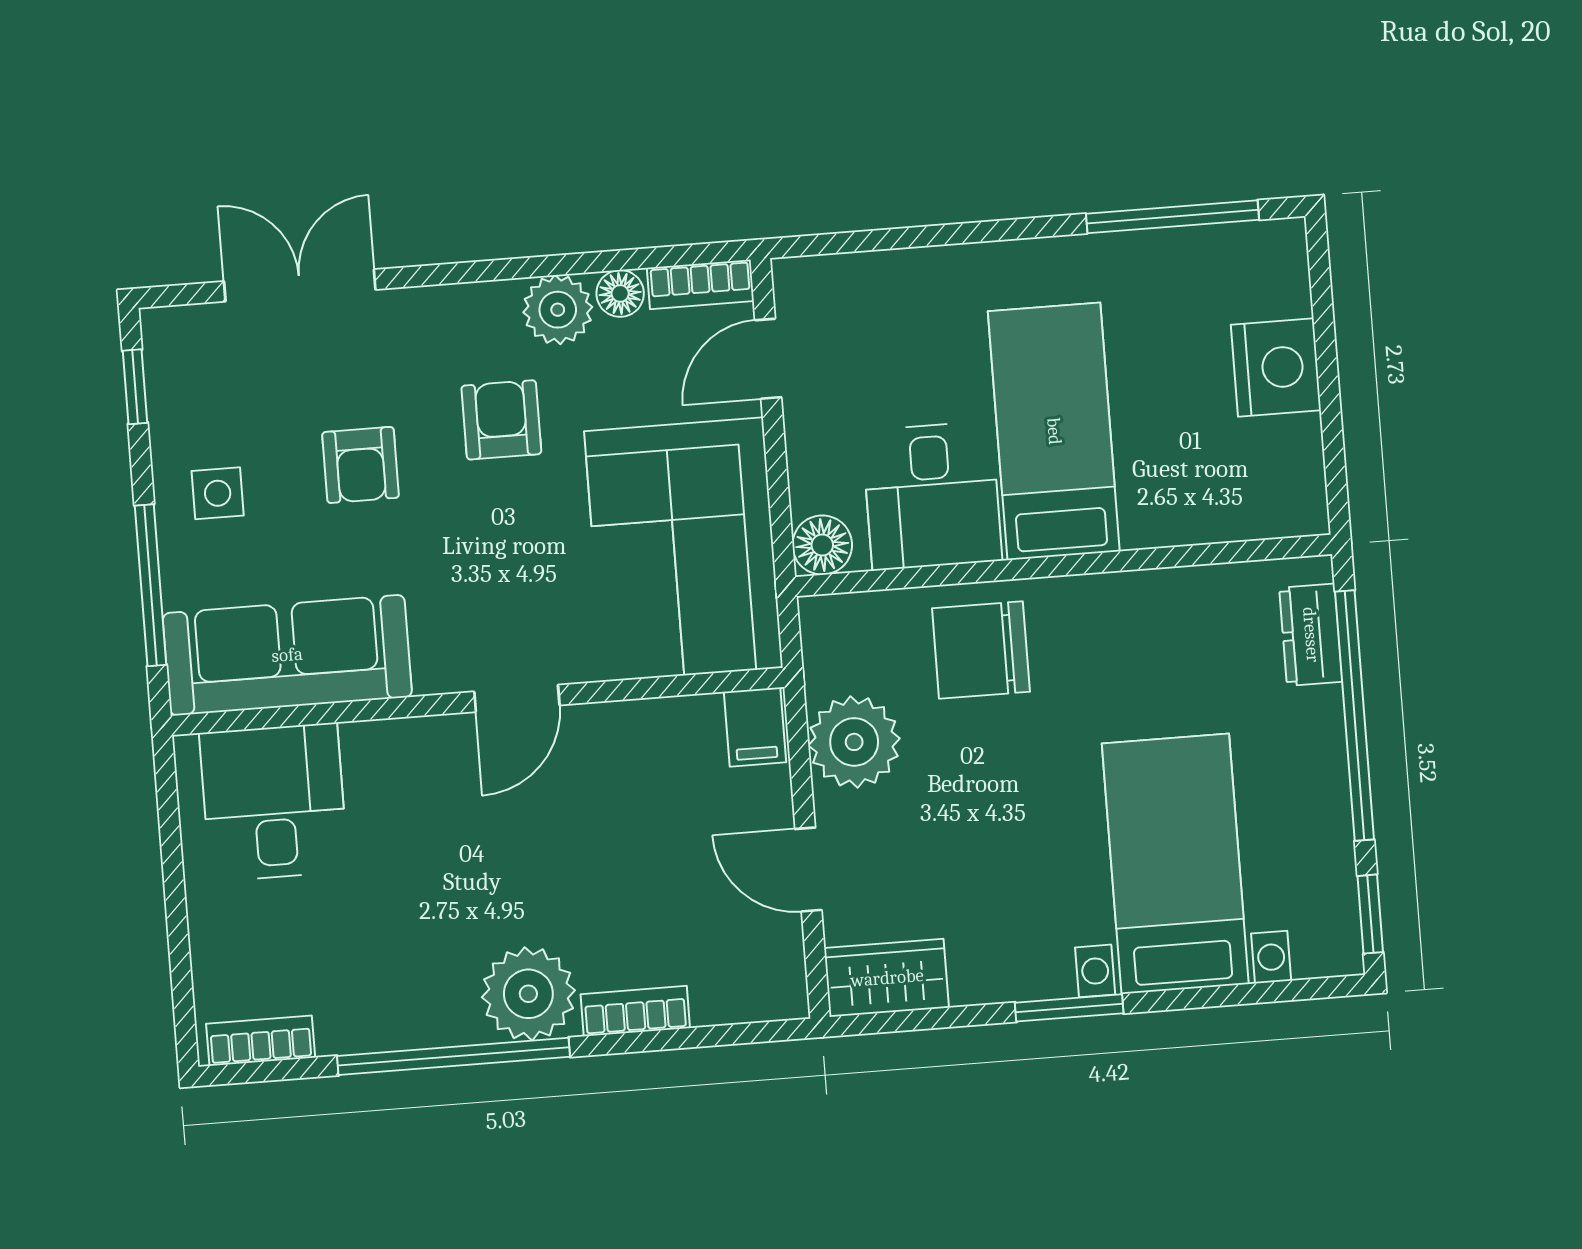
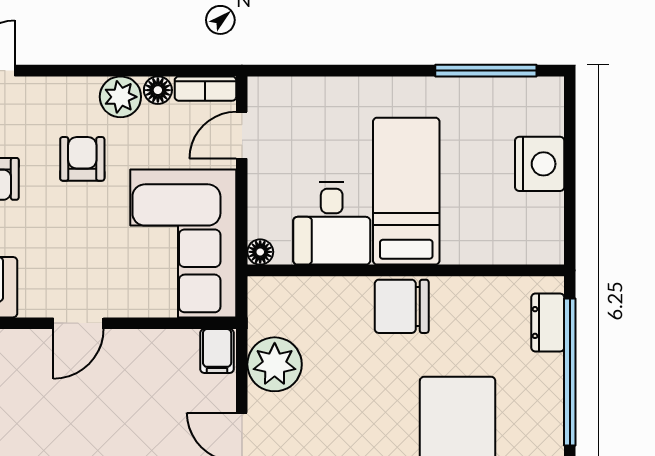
floor lamp: (822, 545) -> (260, 252), width x0.73, depth x0.73
chair: (981, 650) -> (402, 306), moved

